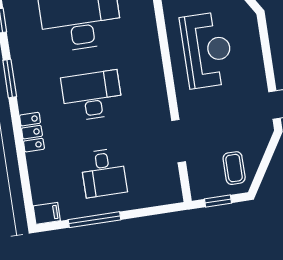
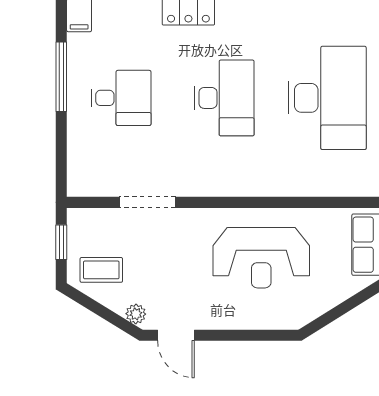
plant: (263, 137) -> (136, 314), added
desk: (104, 173) -> (121, 98), turned 180

